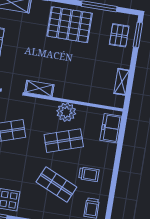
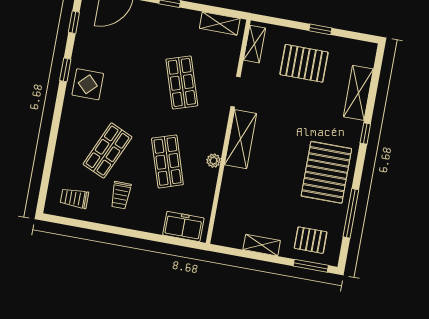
shelving: (122, 82) -> (262, 245), moved
shelving: (39, 89) -> (241, 139), width x1.50, depth x1.33
plant: (66, 112) -> (214, 161), width x0.53, depth x0.53

